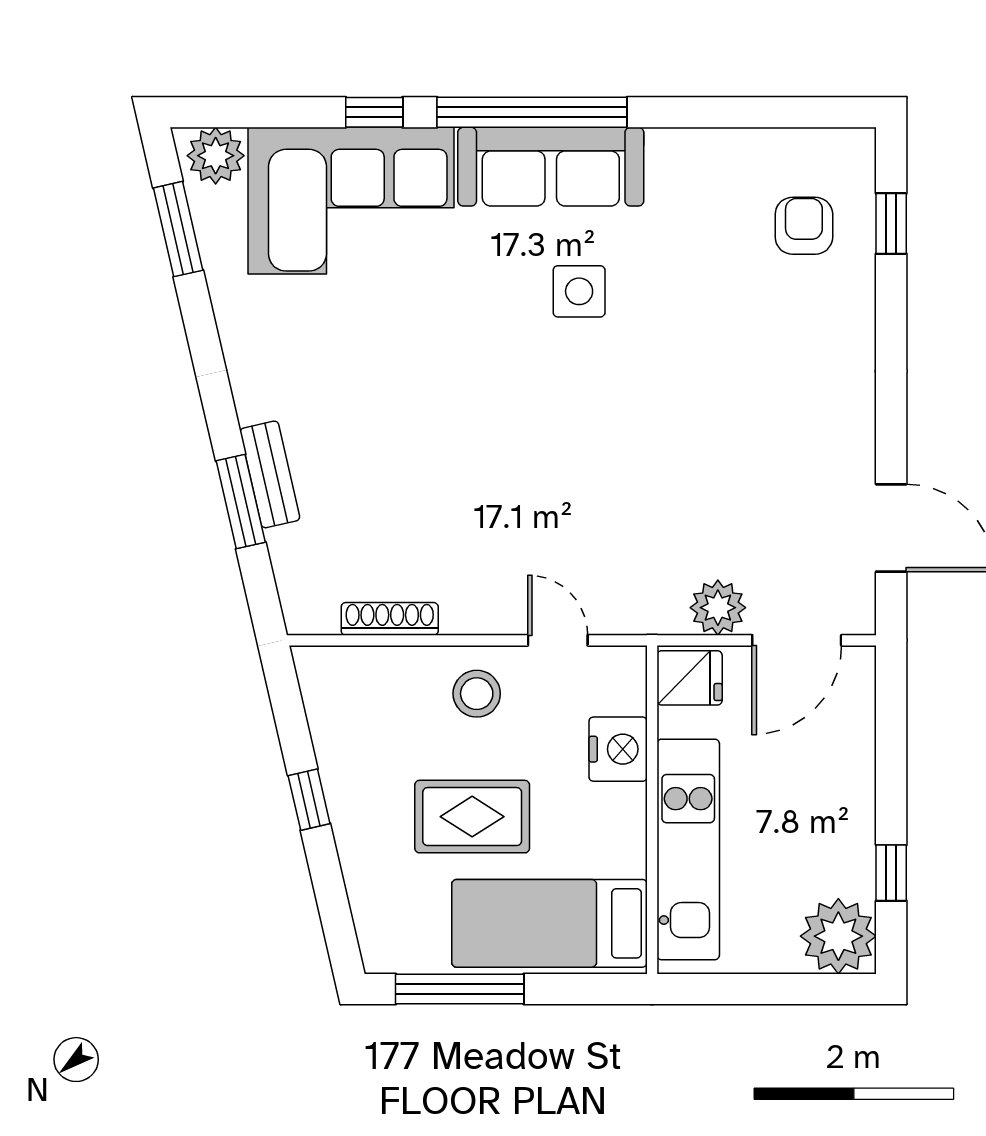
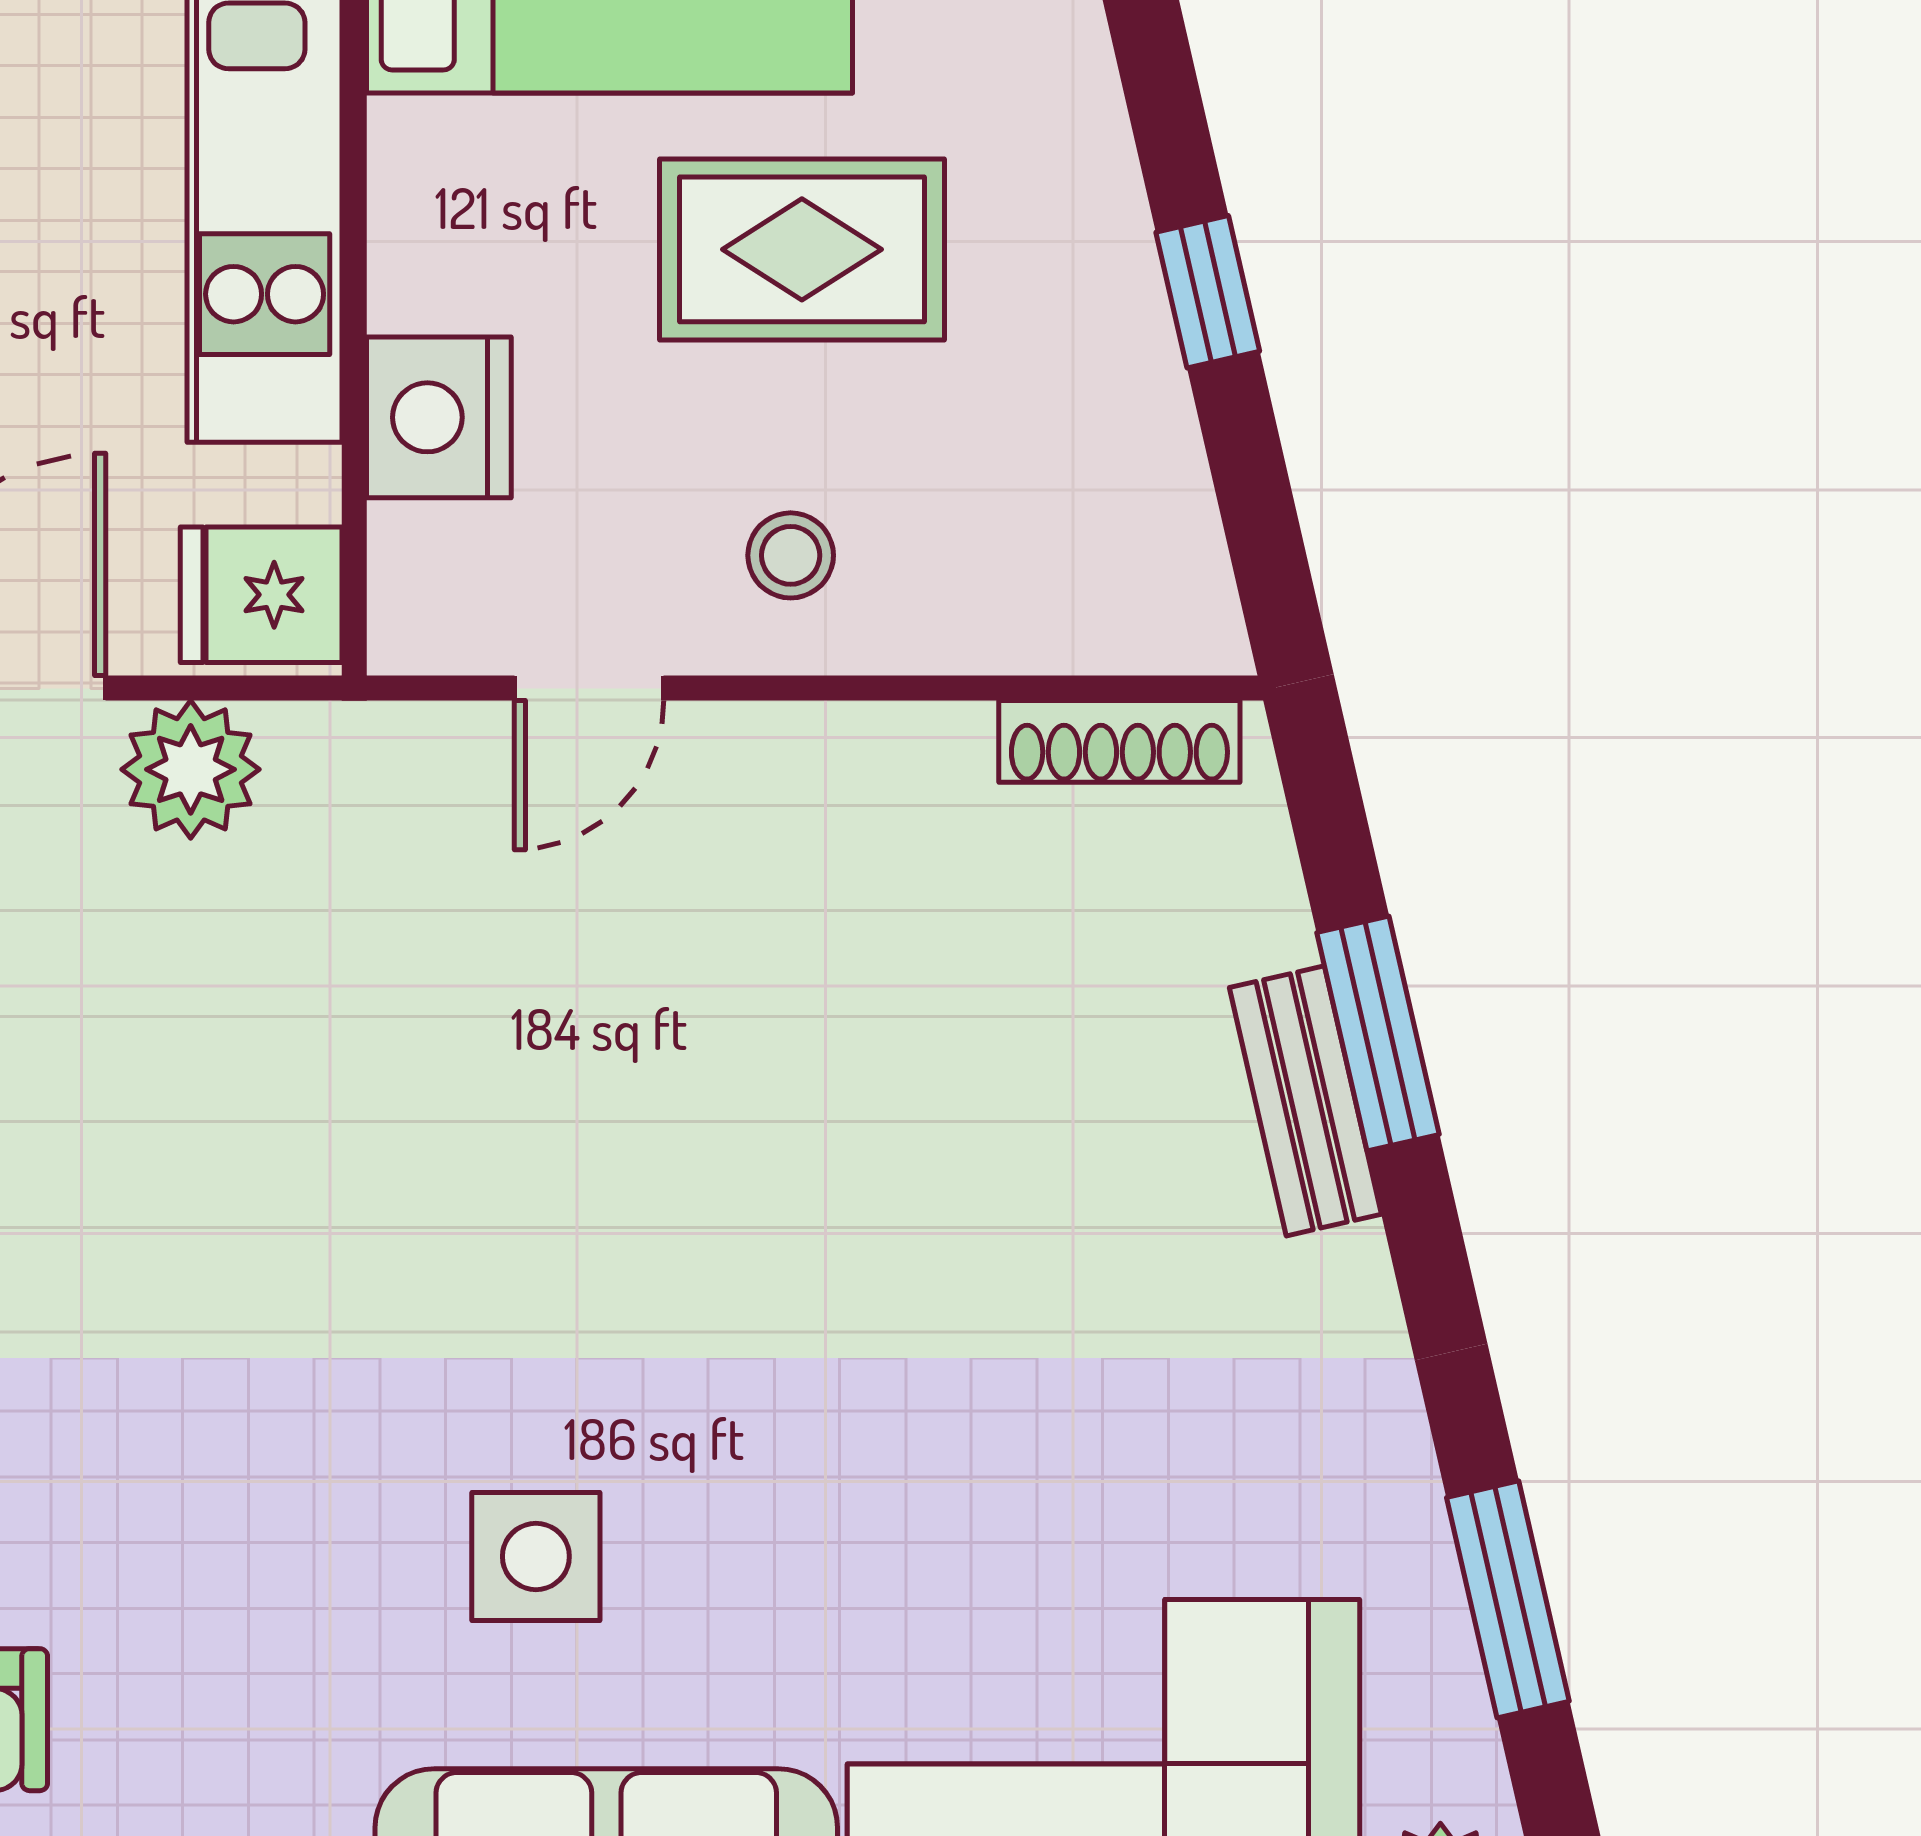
window: (178, 229) -> (1508, 1599), moved
shoe rack: (390, 619) -> (1119, 741), moved
door: (558, 640) -> (589, 688), hinge flipped
stool: (477, 694) -> (791, 555), width x0.73, depth x0.73

